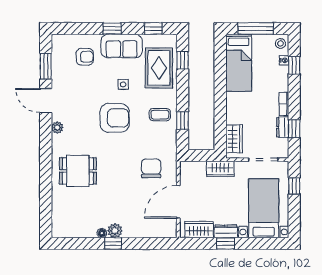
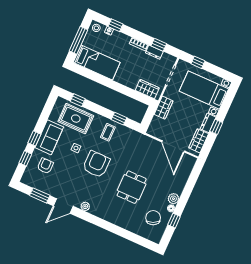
window: (153, 28) -> (25, 158), moved
chair: (151, 168) -> (153, 218), moved, turned 66
dining table: (78, 171) -> (132, 187), moved
window: (113, 243) -> (174, 221), moved

